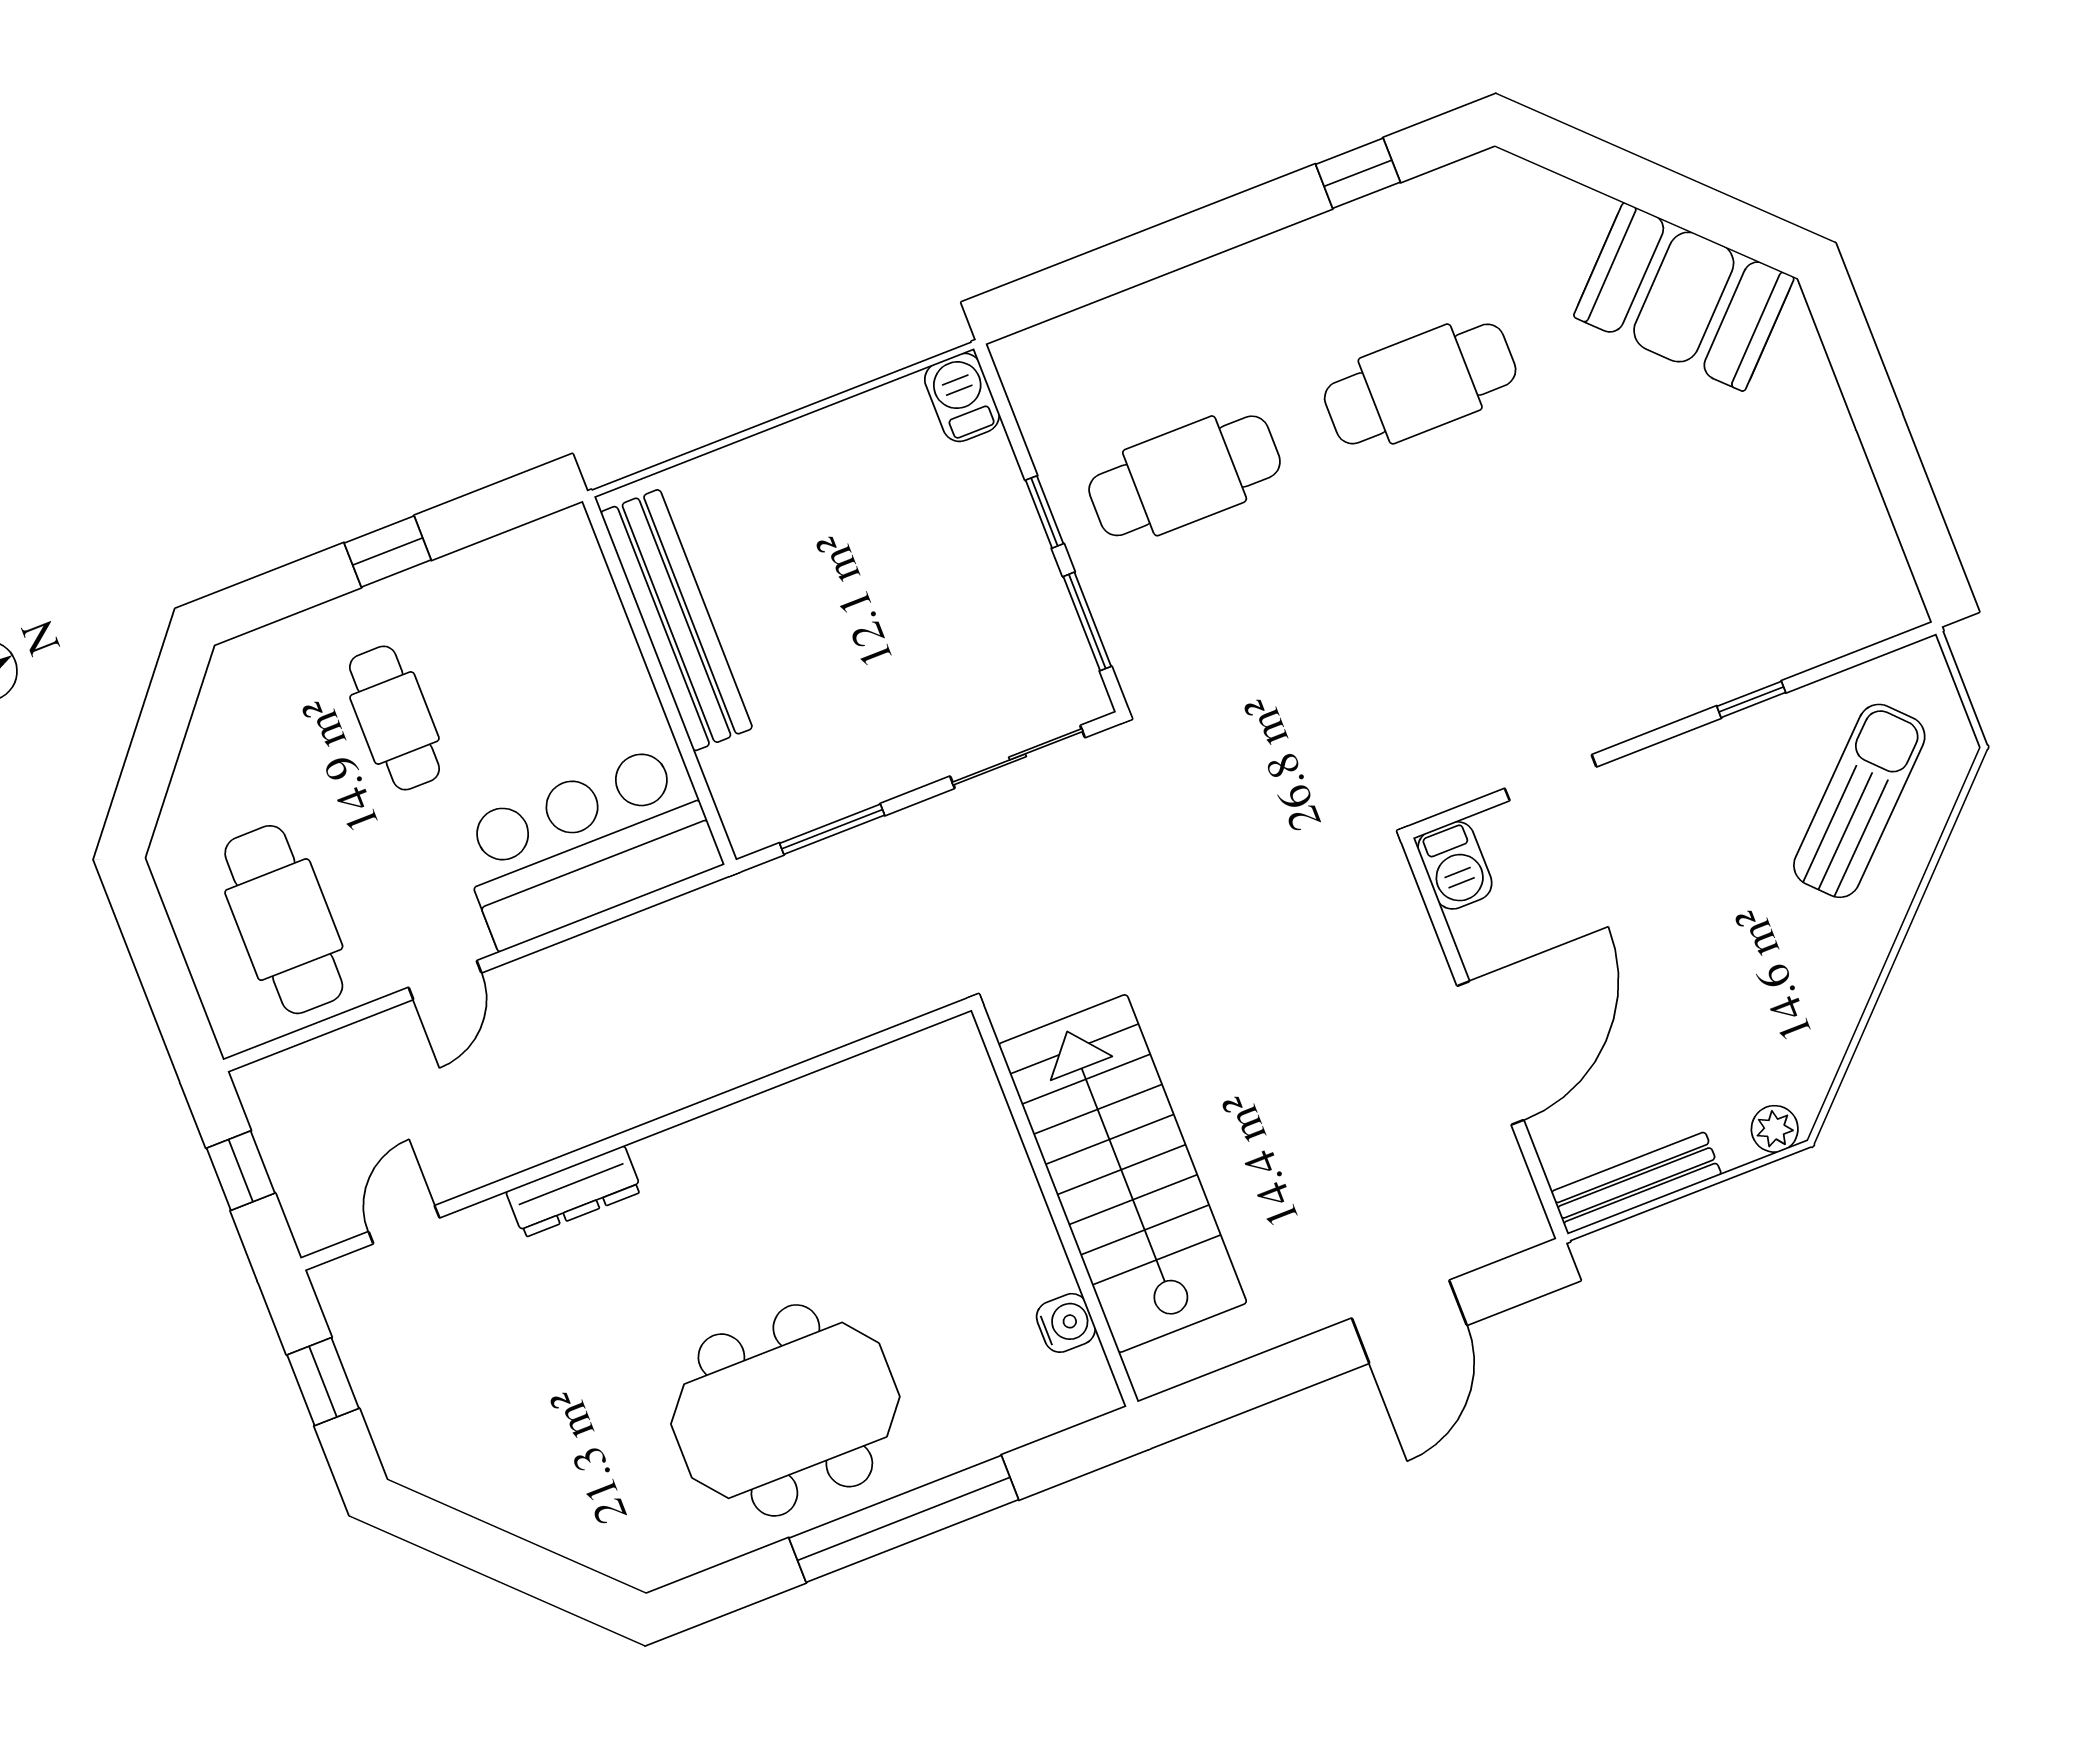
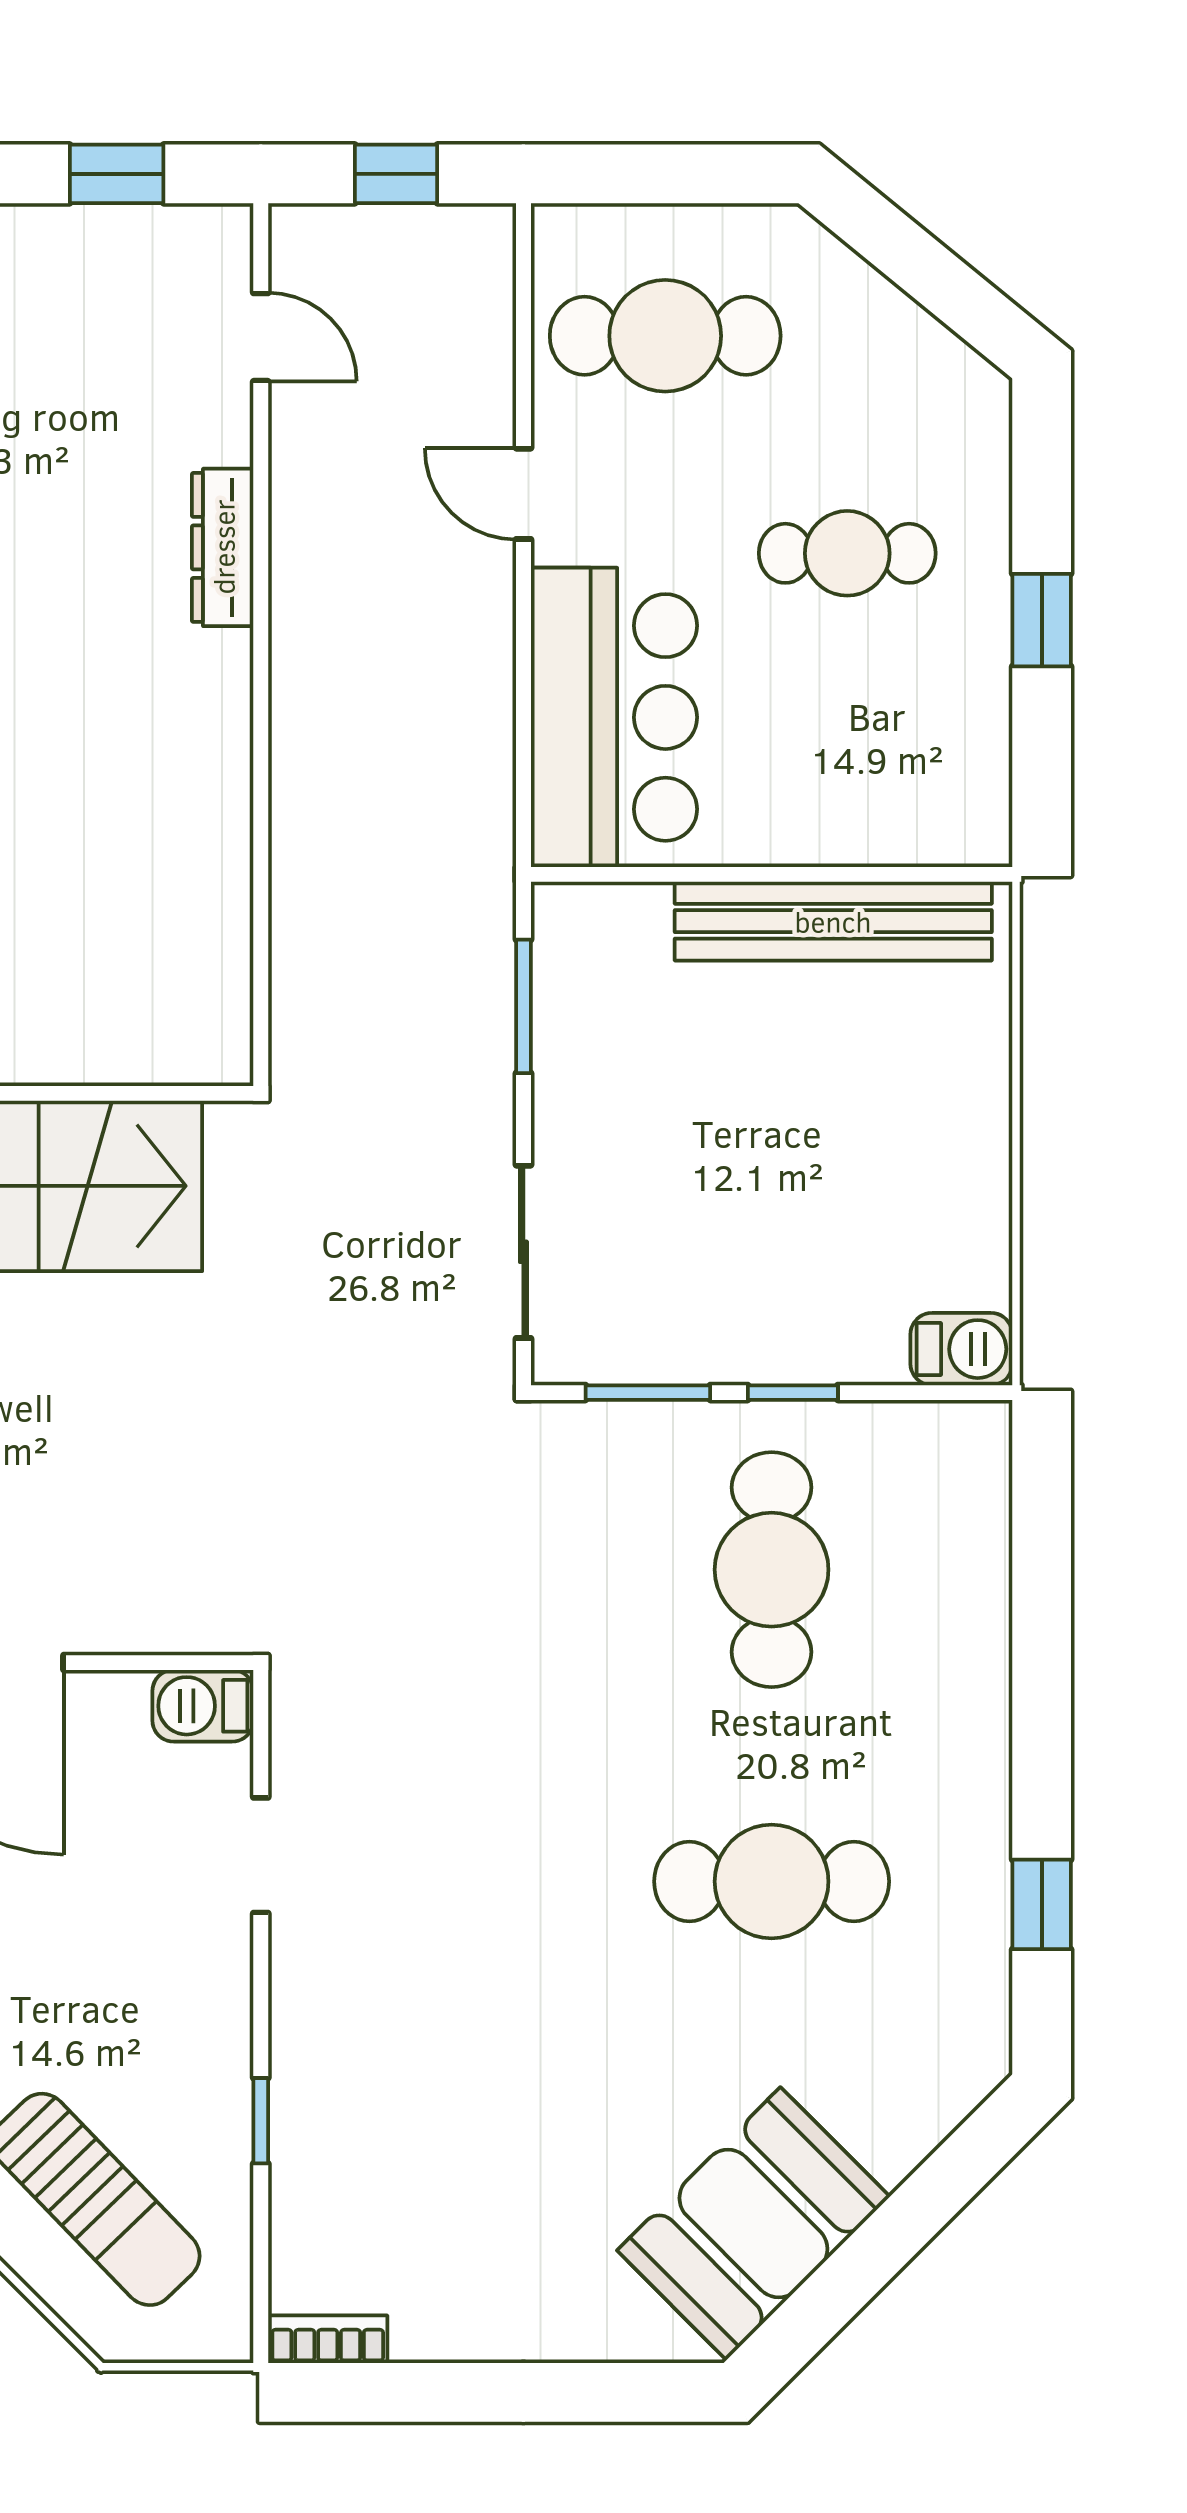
cafe table: (1420, 384) -> (772, 1881), turned 90
bookcase: (1897, 584) -> (328, 2339), added

